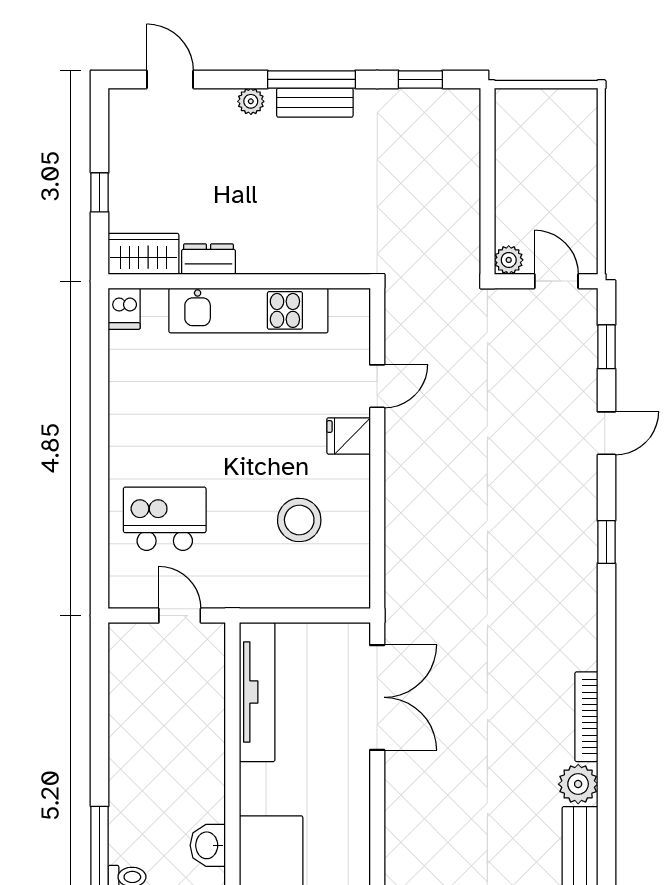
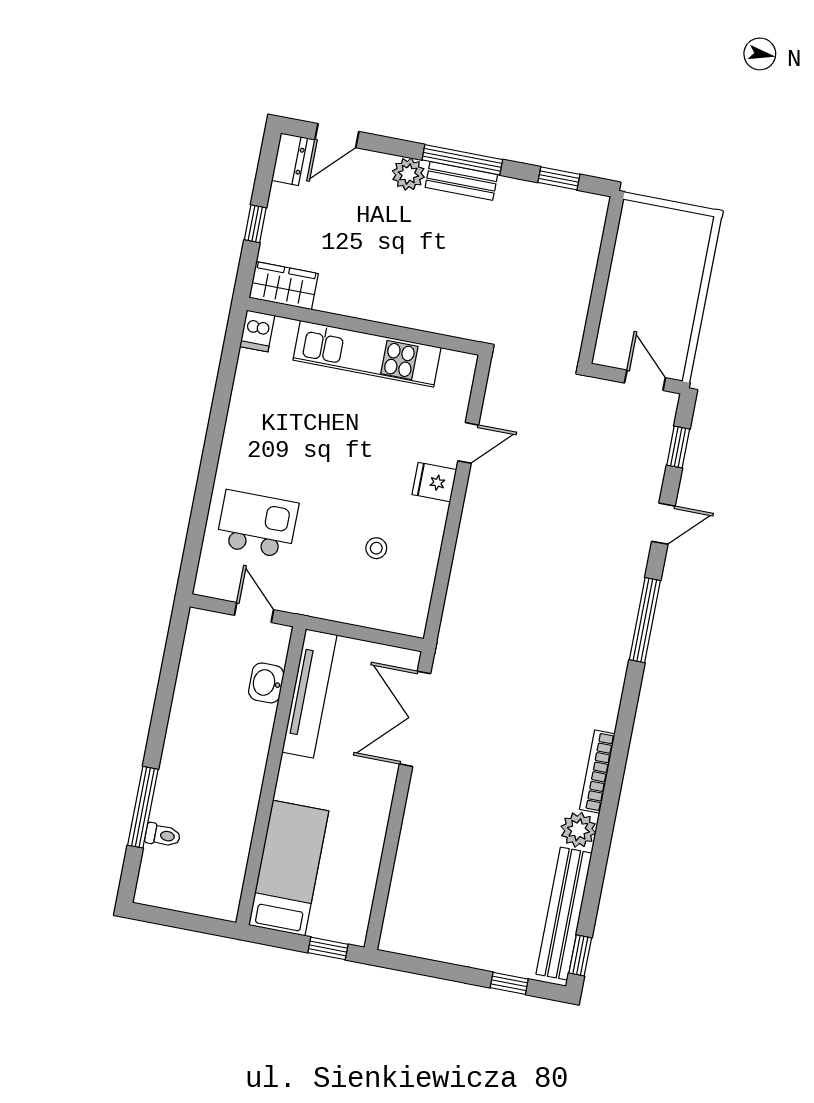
door: (170, 79) -> (337, 136), swing flipped
plant: (251, 101) -> (408, 174), width x1.38, depth x1.38
dresser: (208, 259) -> (290, 159), moved, turned 90
plant: (509, 260) -> (606, 353), removed
stool: (299, 520) -> (376, 548), width x0.53, depth x0.53
window: (606, 542) -> (645, 620), width x2.17
double door: (377, 697) -> (415, 719), swing flipped
washbasin: (208, 845) -> (266, 683), moved

